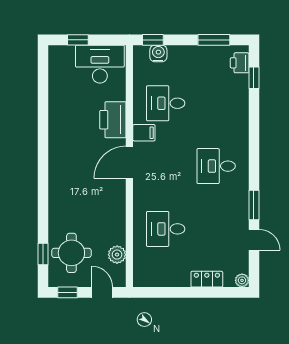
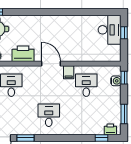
desk: (100, 64) -> (110, 30), moved
printer: (113, 120) -> (23, 54), moved

